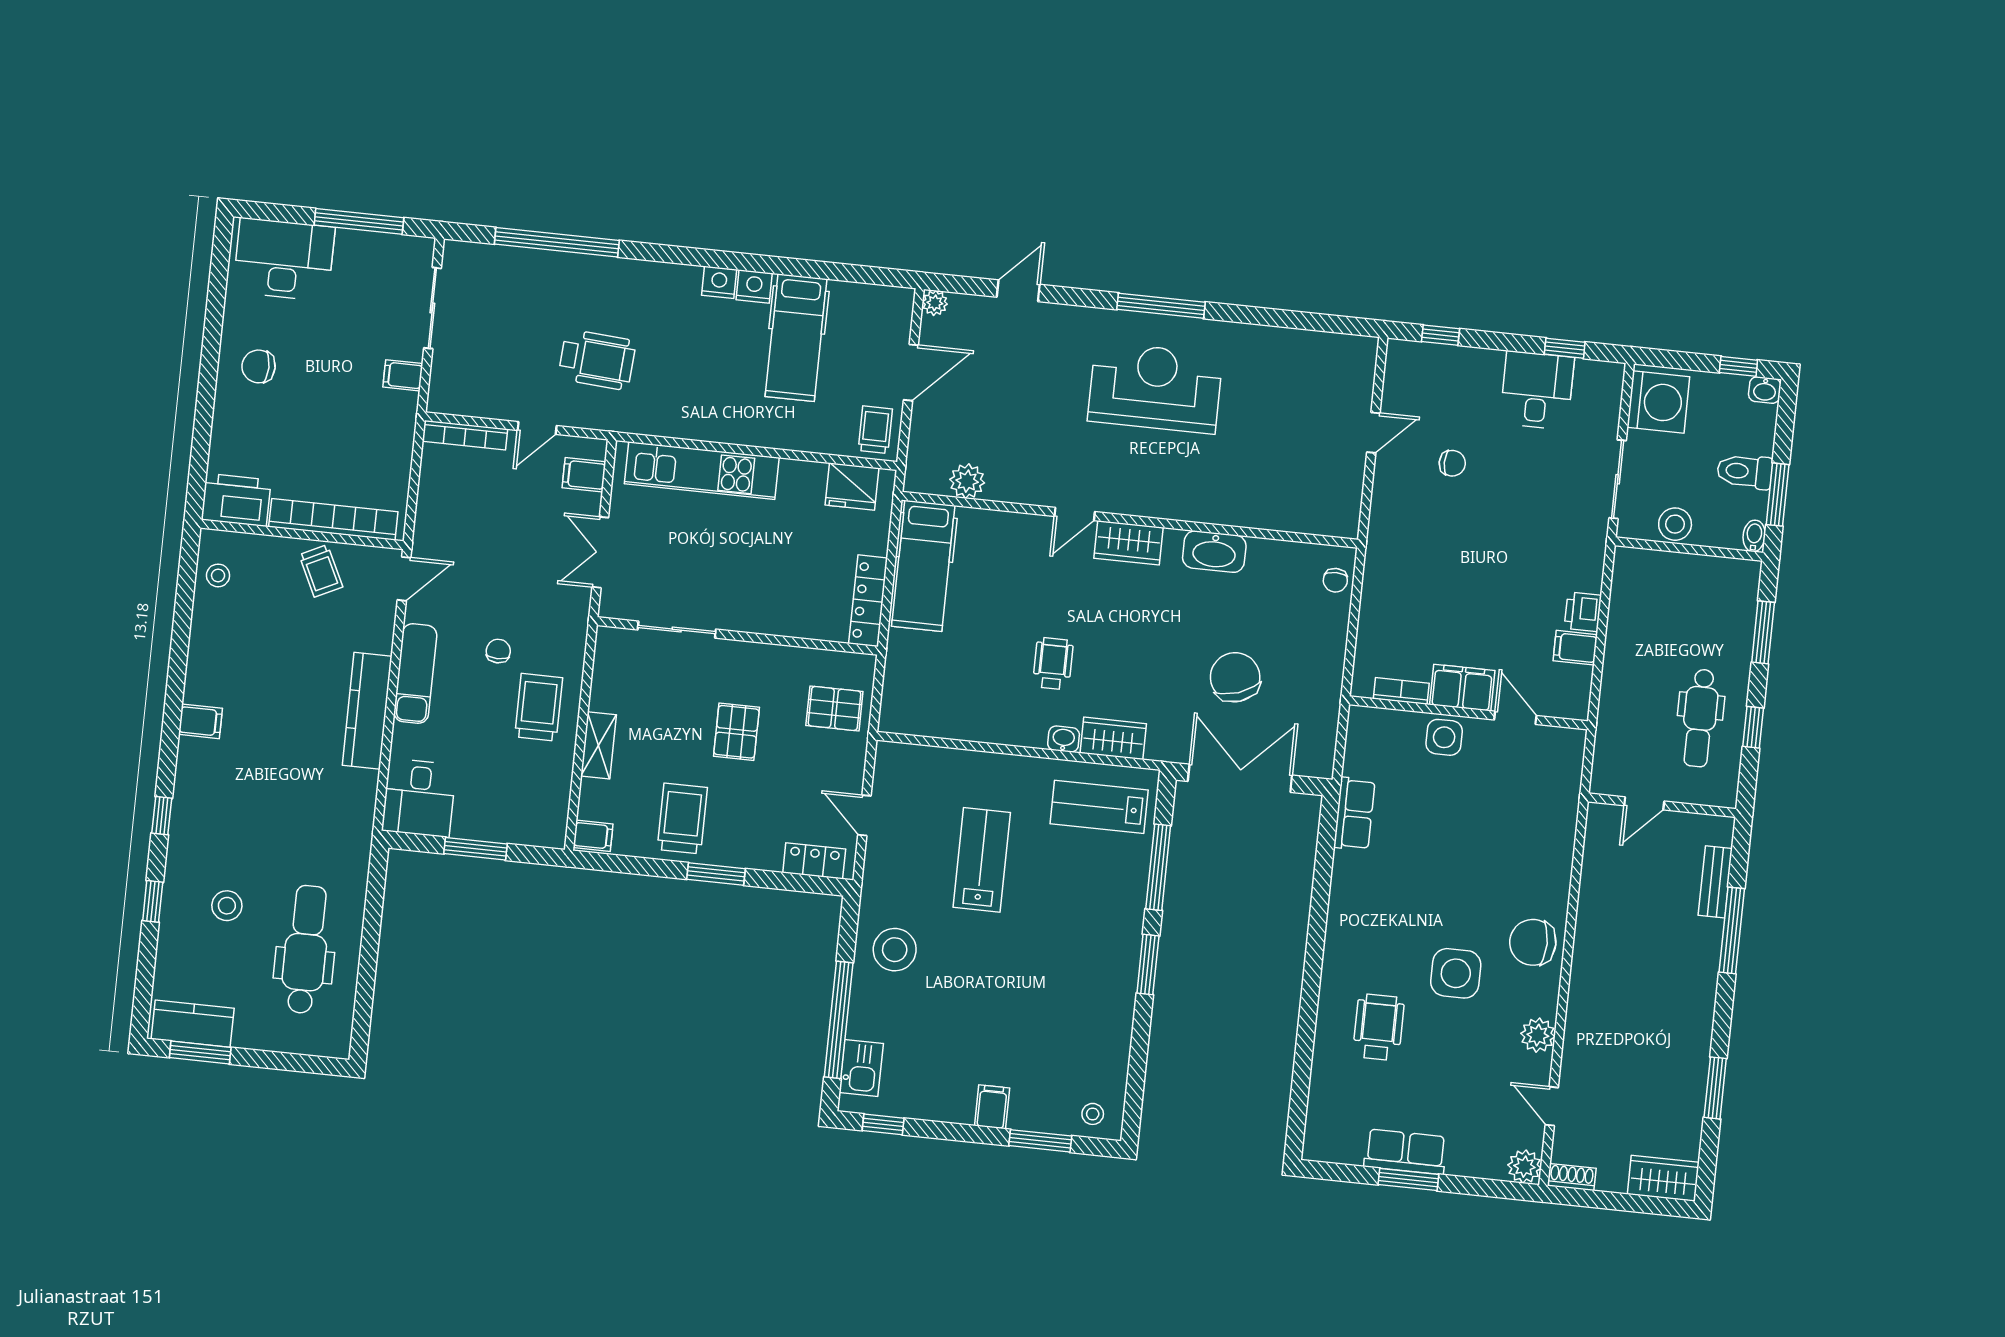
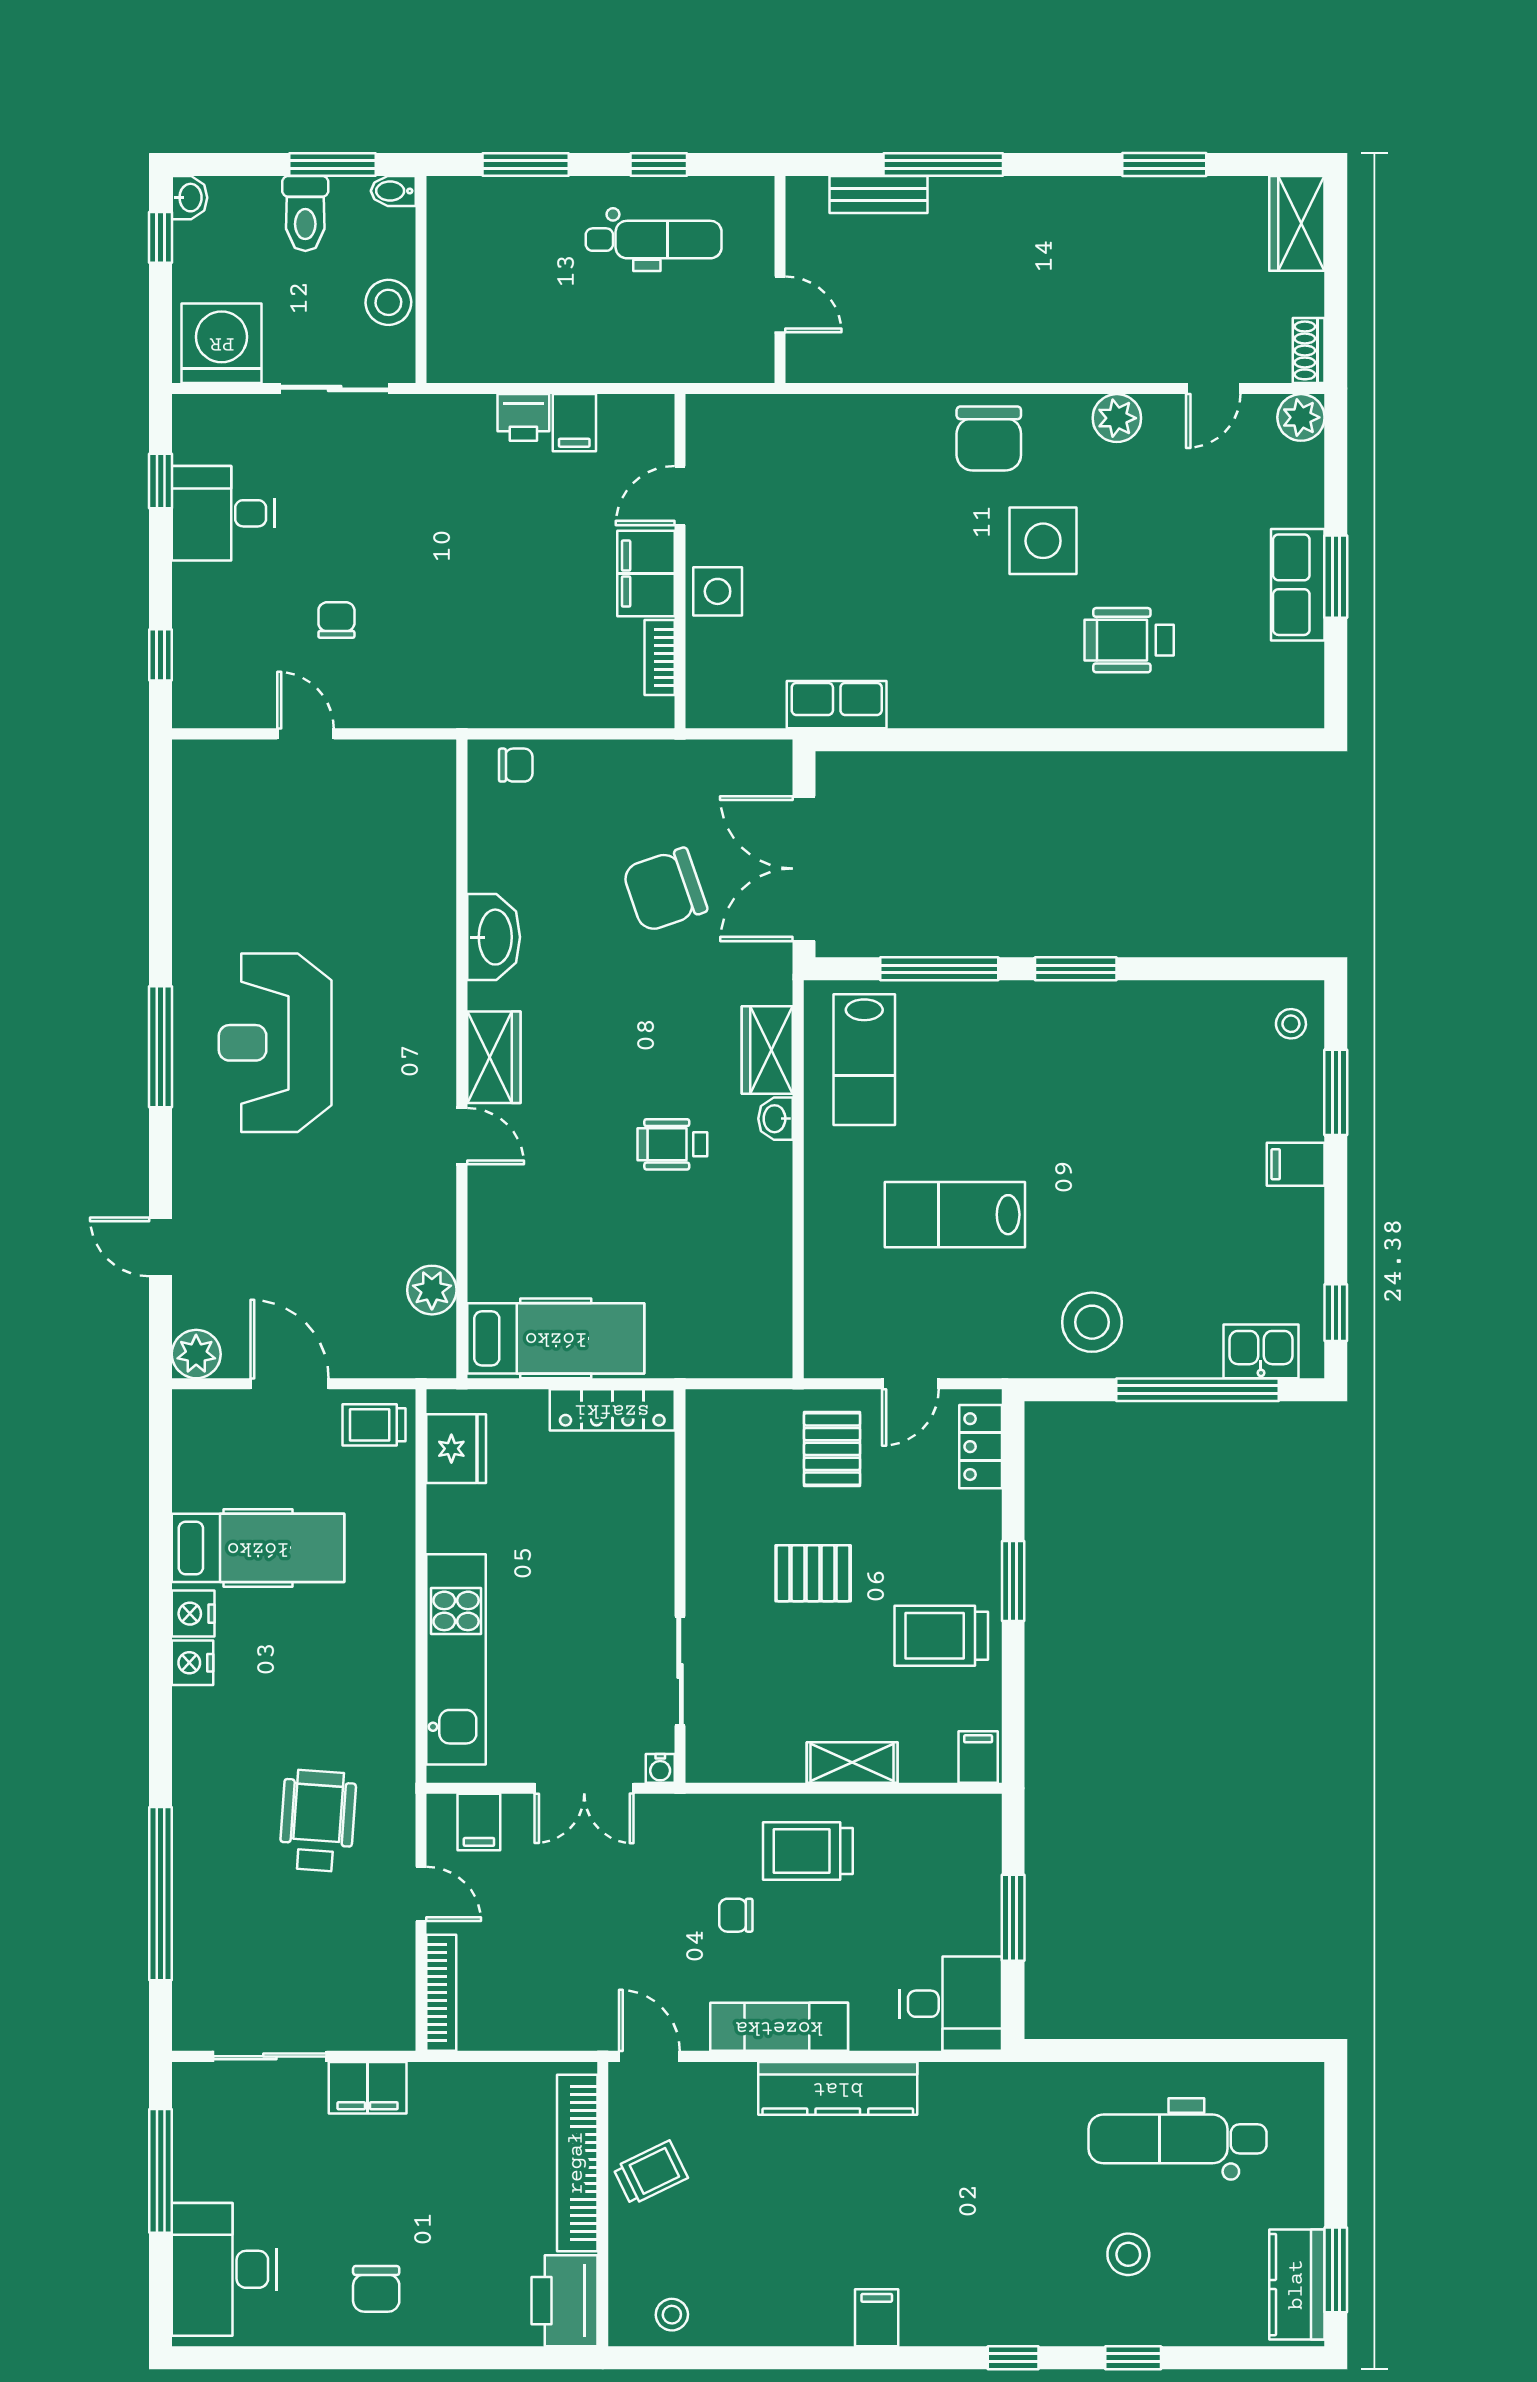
plant: (935, 303) -> (196, 1354), width x1.38, depth x1.38
filing cabinet: (403, 375) -> (368, 2088), width x2.00
water cooler: (609, 608) -> (660, 1768), added
pallet: (834, 708) -> (832, 1449), moved

